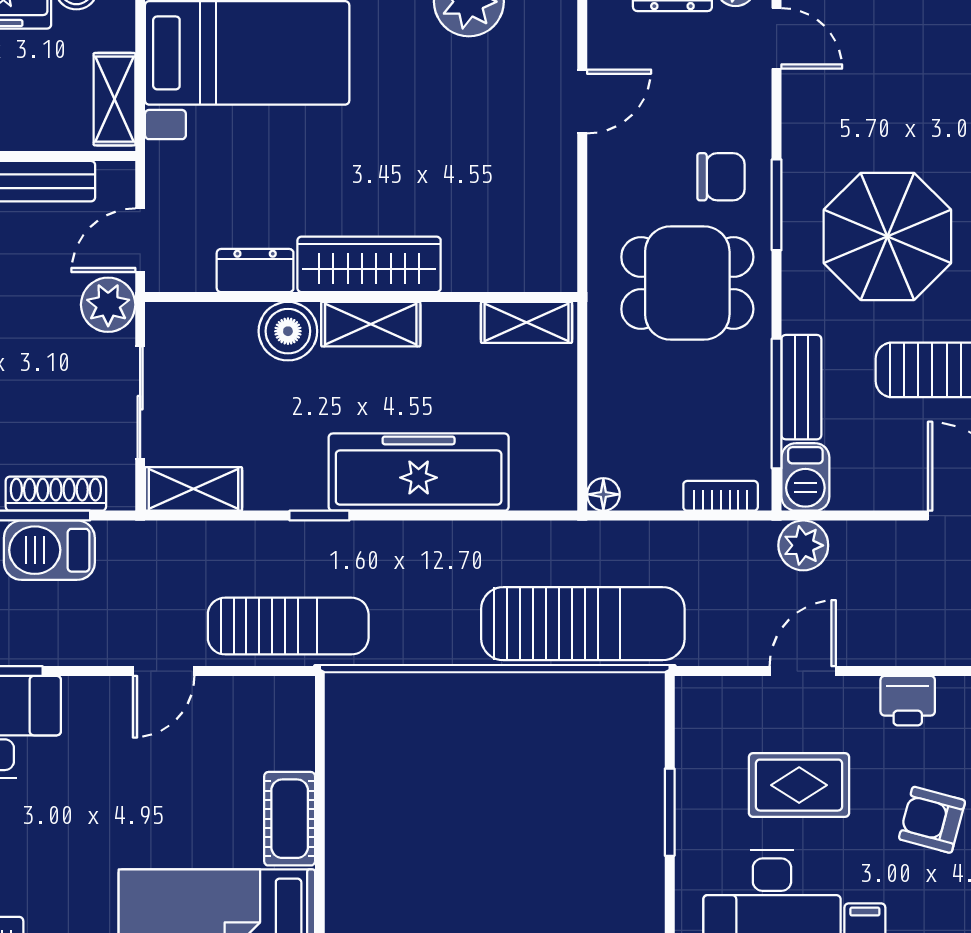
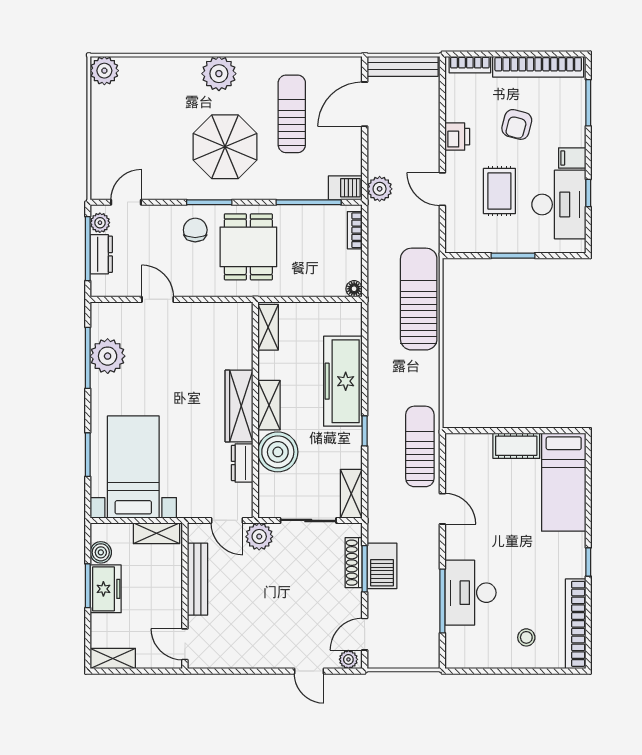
boiler: (288, 331) -> (278, 452), width x1.37, depth x1.37
bench: (801, 387) -> (300, 190), removed

